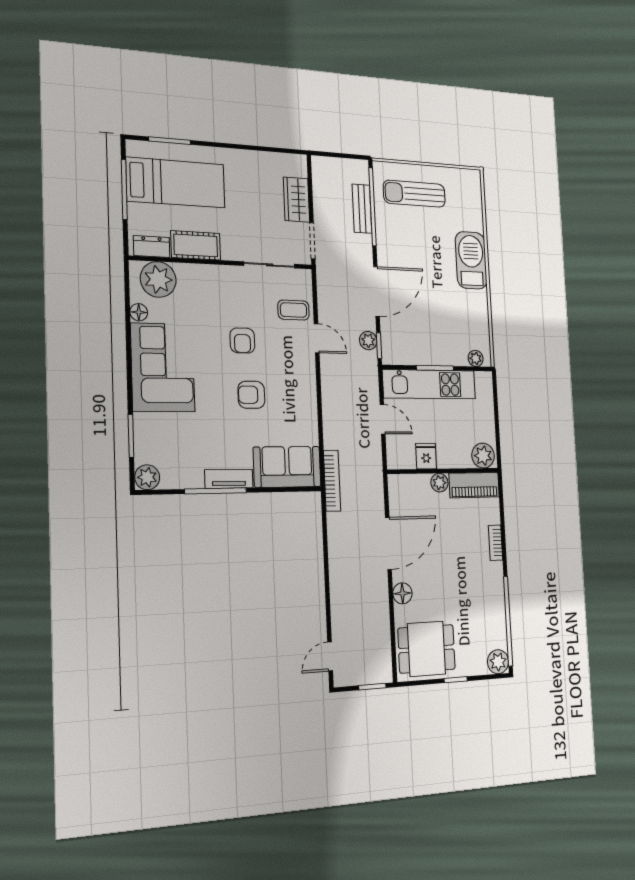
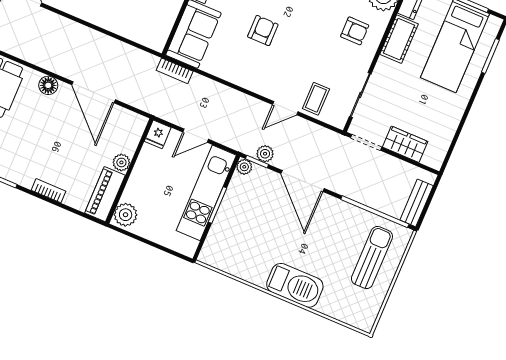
bench: (362, 209) -> (417, 203), moved, turned 90
armchair: (242, 340) -> (355, 31), moved, turned 180
plant: (476, 358) -> (244, 167), moved
fridge: (426, 456) -> (158, 134), moved, turned 90
bookcase: (332, 481) -> (175, 71), width x0.64

